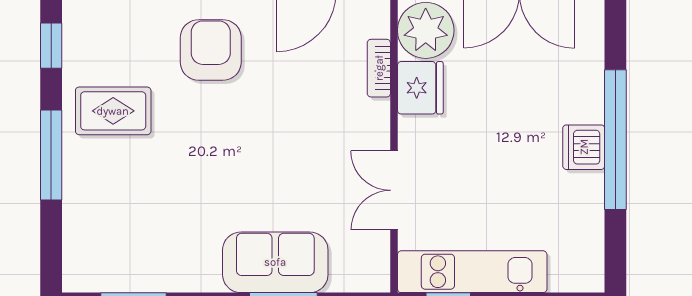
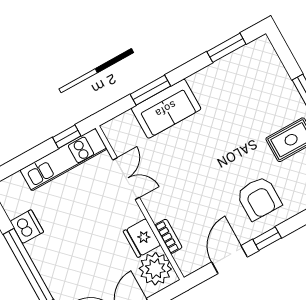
dishwasher: (584, 147) -> (27, 227), moved

